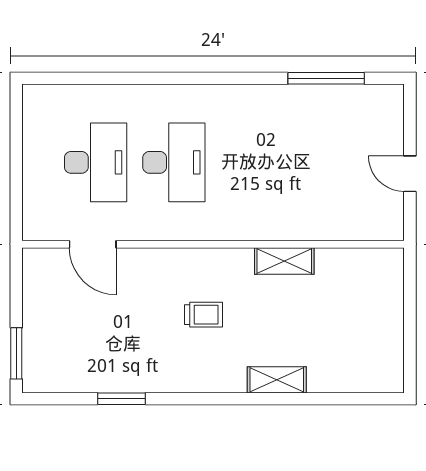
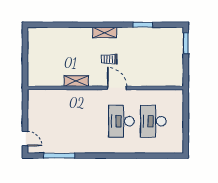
door: (410, 174) -> (25, 139), moved
door: (93, 244) -> (117, 88), moved
shelving: (277, 380) -> (105, 32), moved

